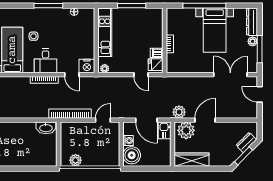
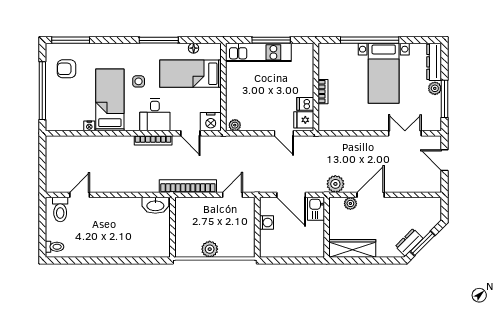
bed: (72, 31) -> (190, 74), added
kitchen unit: (105, 32) -> (258, 52), moved, turned 90
double door: (230, 75) -> (405, 133), width x0.73
plant: (186, 130) -> (350, 203), width x0.53, depth x0.53
dresser: (246, 142) -> (409, 242), moved
boiler: (132, 155) -> (271, 242), removed
plant: (75, 160) -> (210, 249), moved

